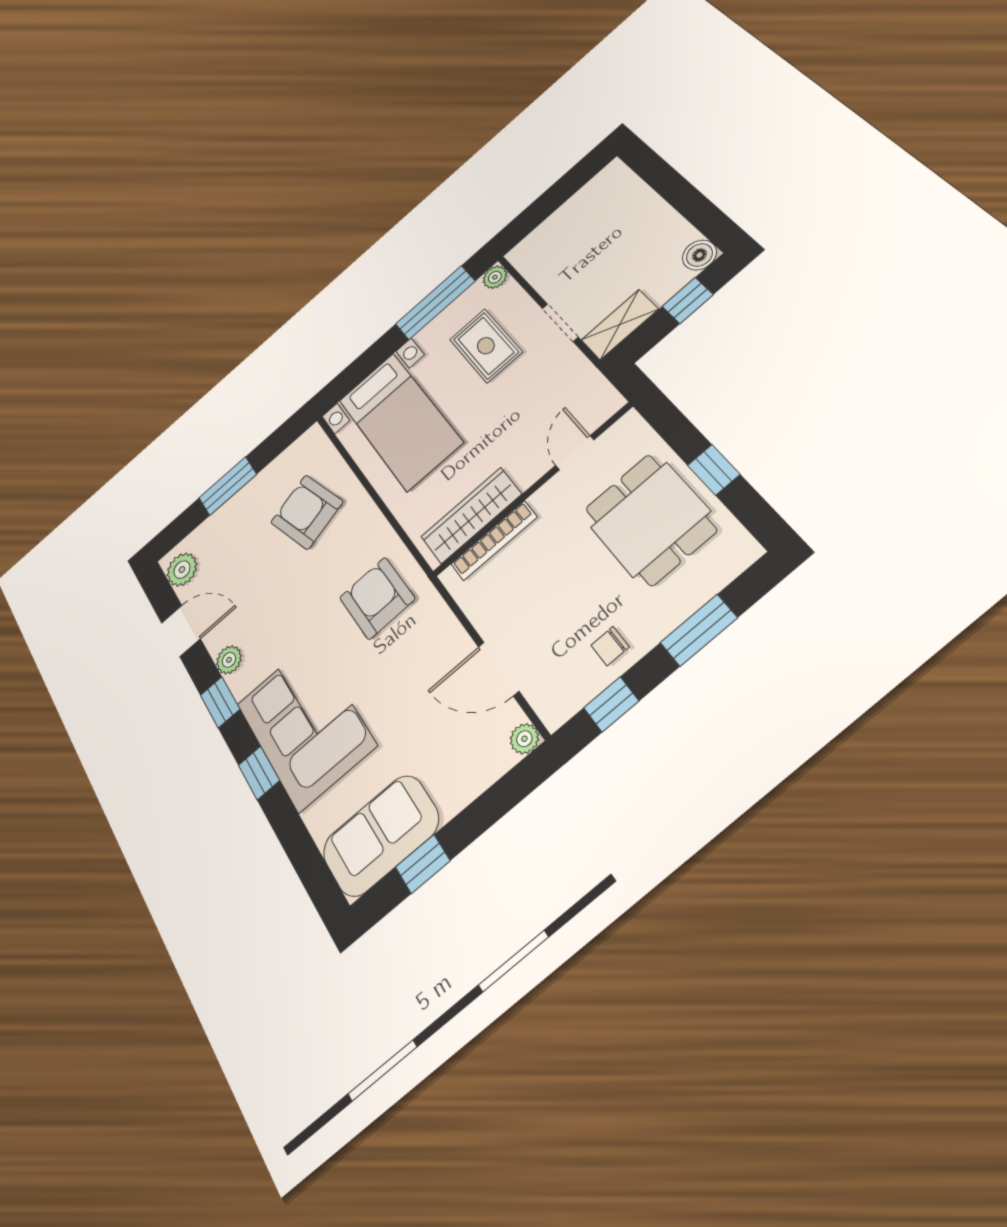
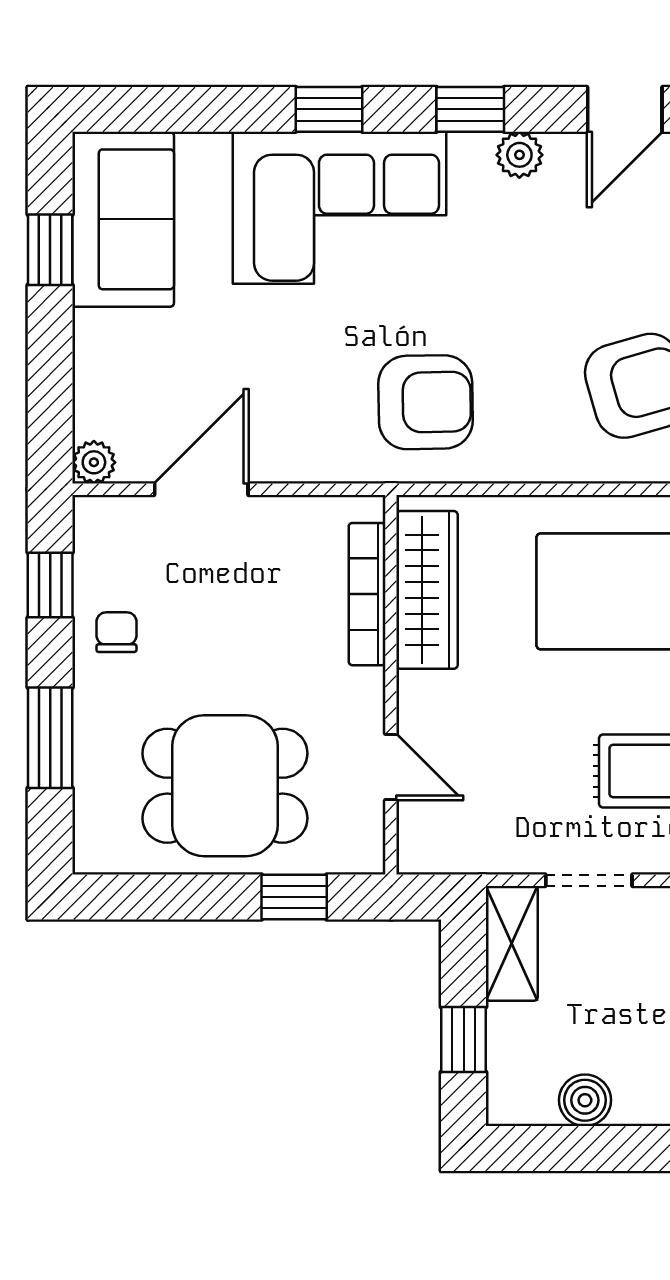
boiler: (699, 255) -> (585, 1100), moved
window: (714, 470) -> (294, 897), moved

